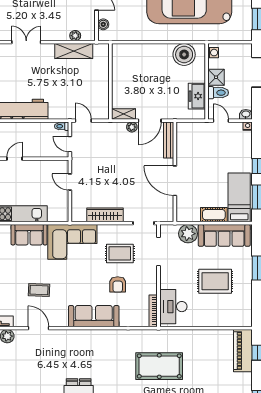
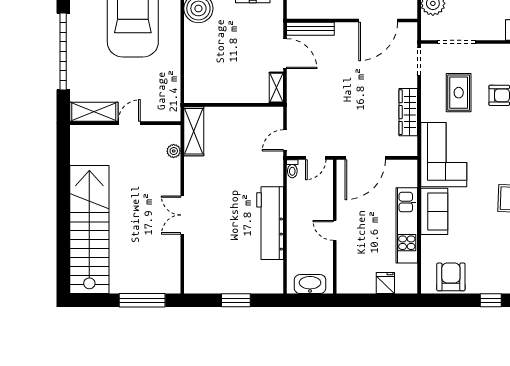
boiler: (103, 24) -> (159, 114), removed
shelving: (74, 51) -> (194, 131), moved
plant: (132, 127) -> (293, 77), removed
door: (175, 181) -> (378, 20), moved
door: (70, 182) -> (365, 158), width x1.88

